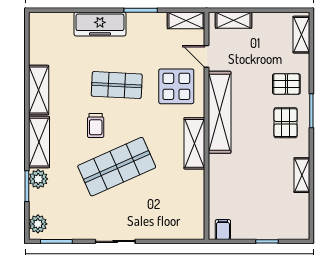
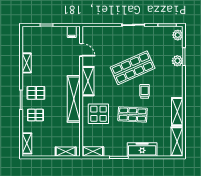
door: (207, 56) -> (81, 50), moved
pallet: (286, 123) -> (36, 93), turned 90
shelving: (39, 142) -> (177, 141), moved

